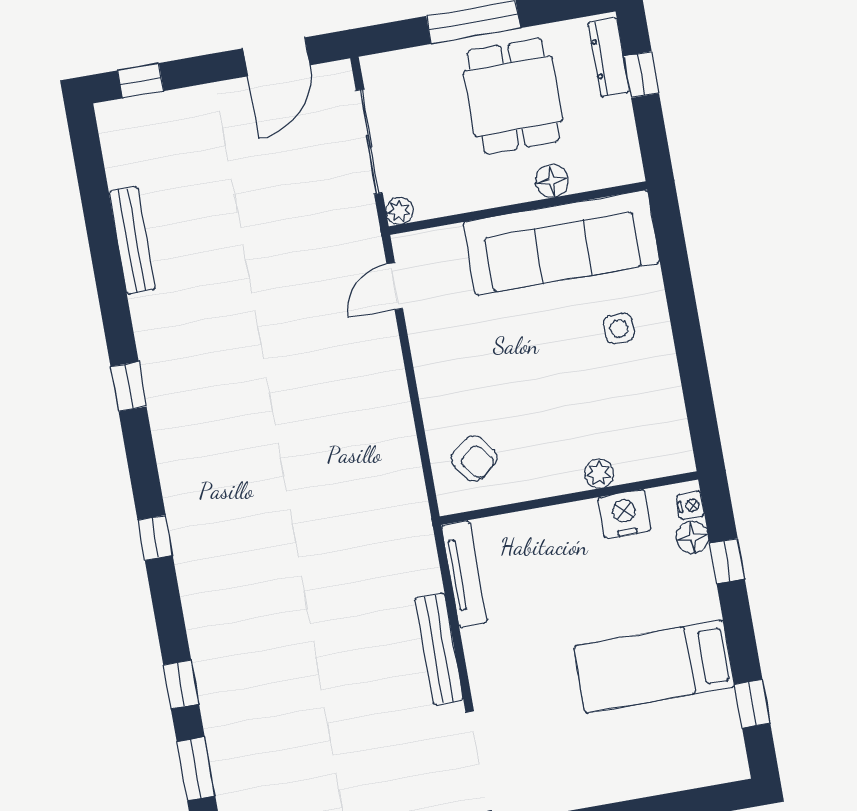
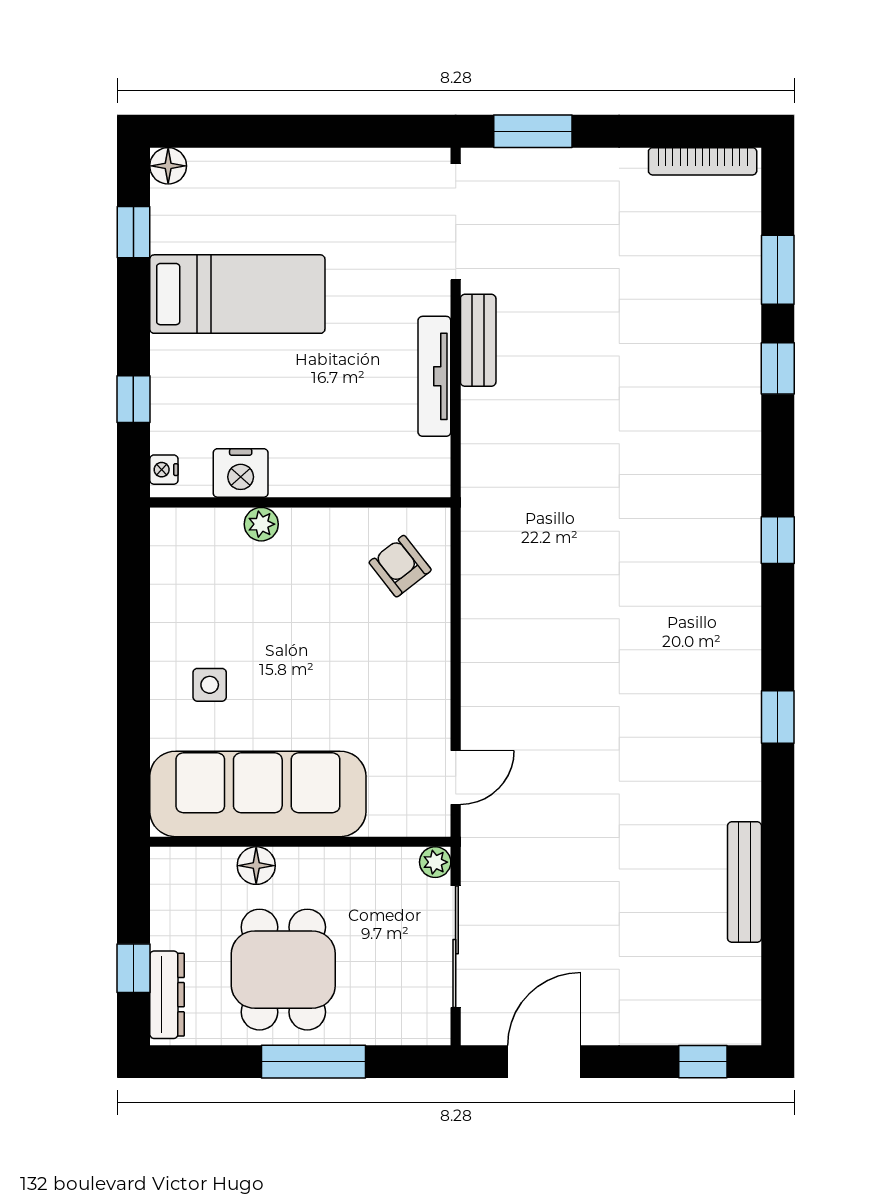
floor lamp: (692, 537) -> (168, 166), moved
tv unit: (464, 574) -> (434, 376), moved
bench: (439, 649) -> (478, 340), width x0.73

